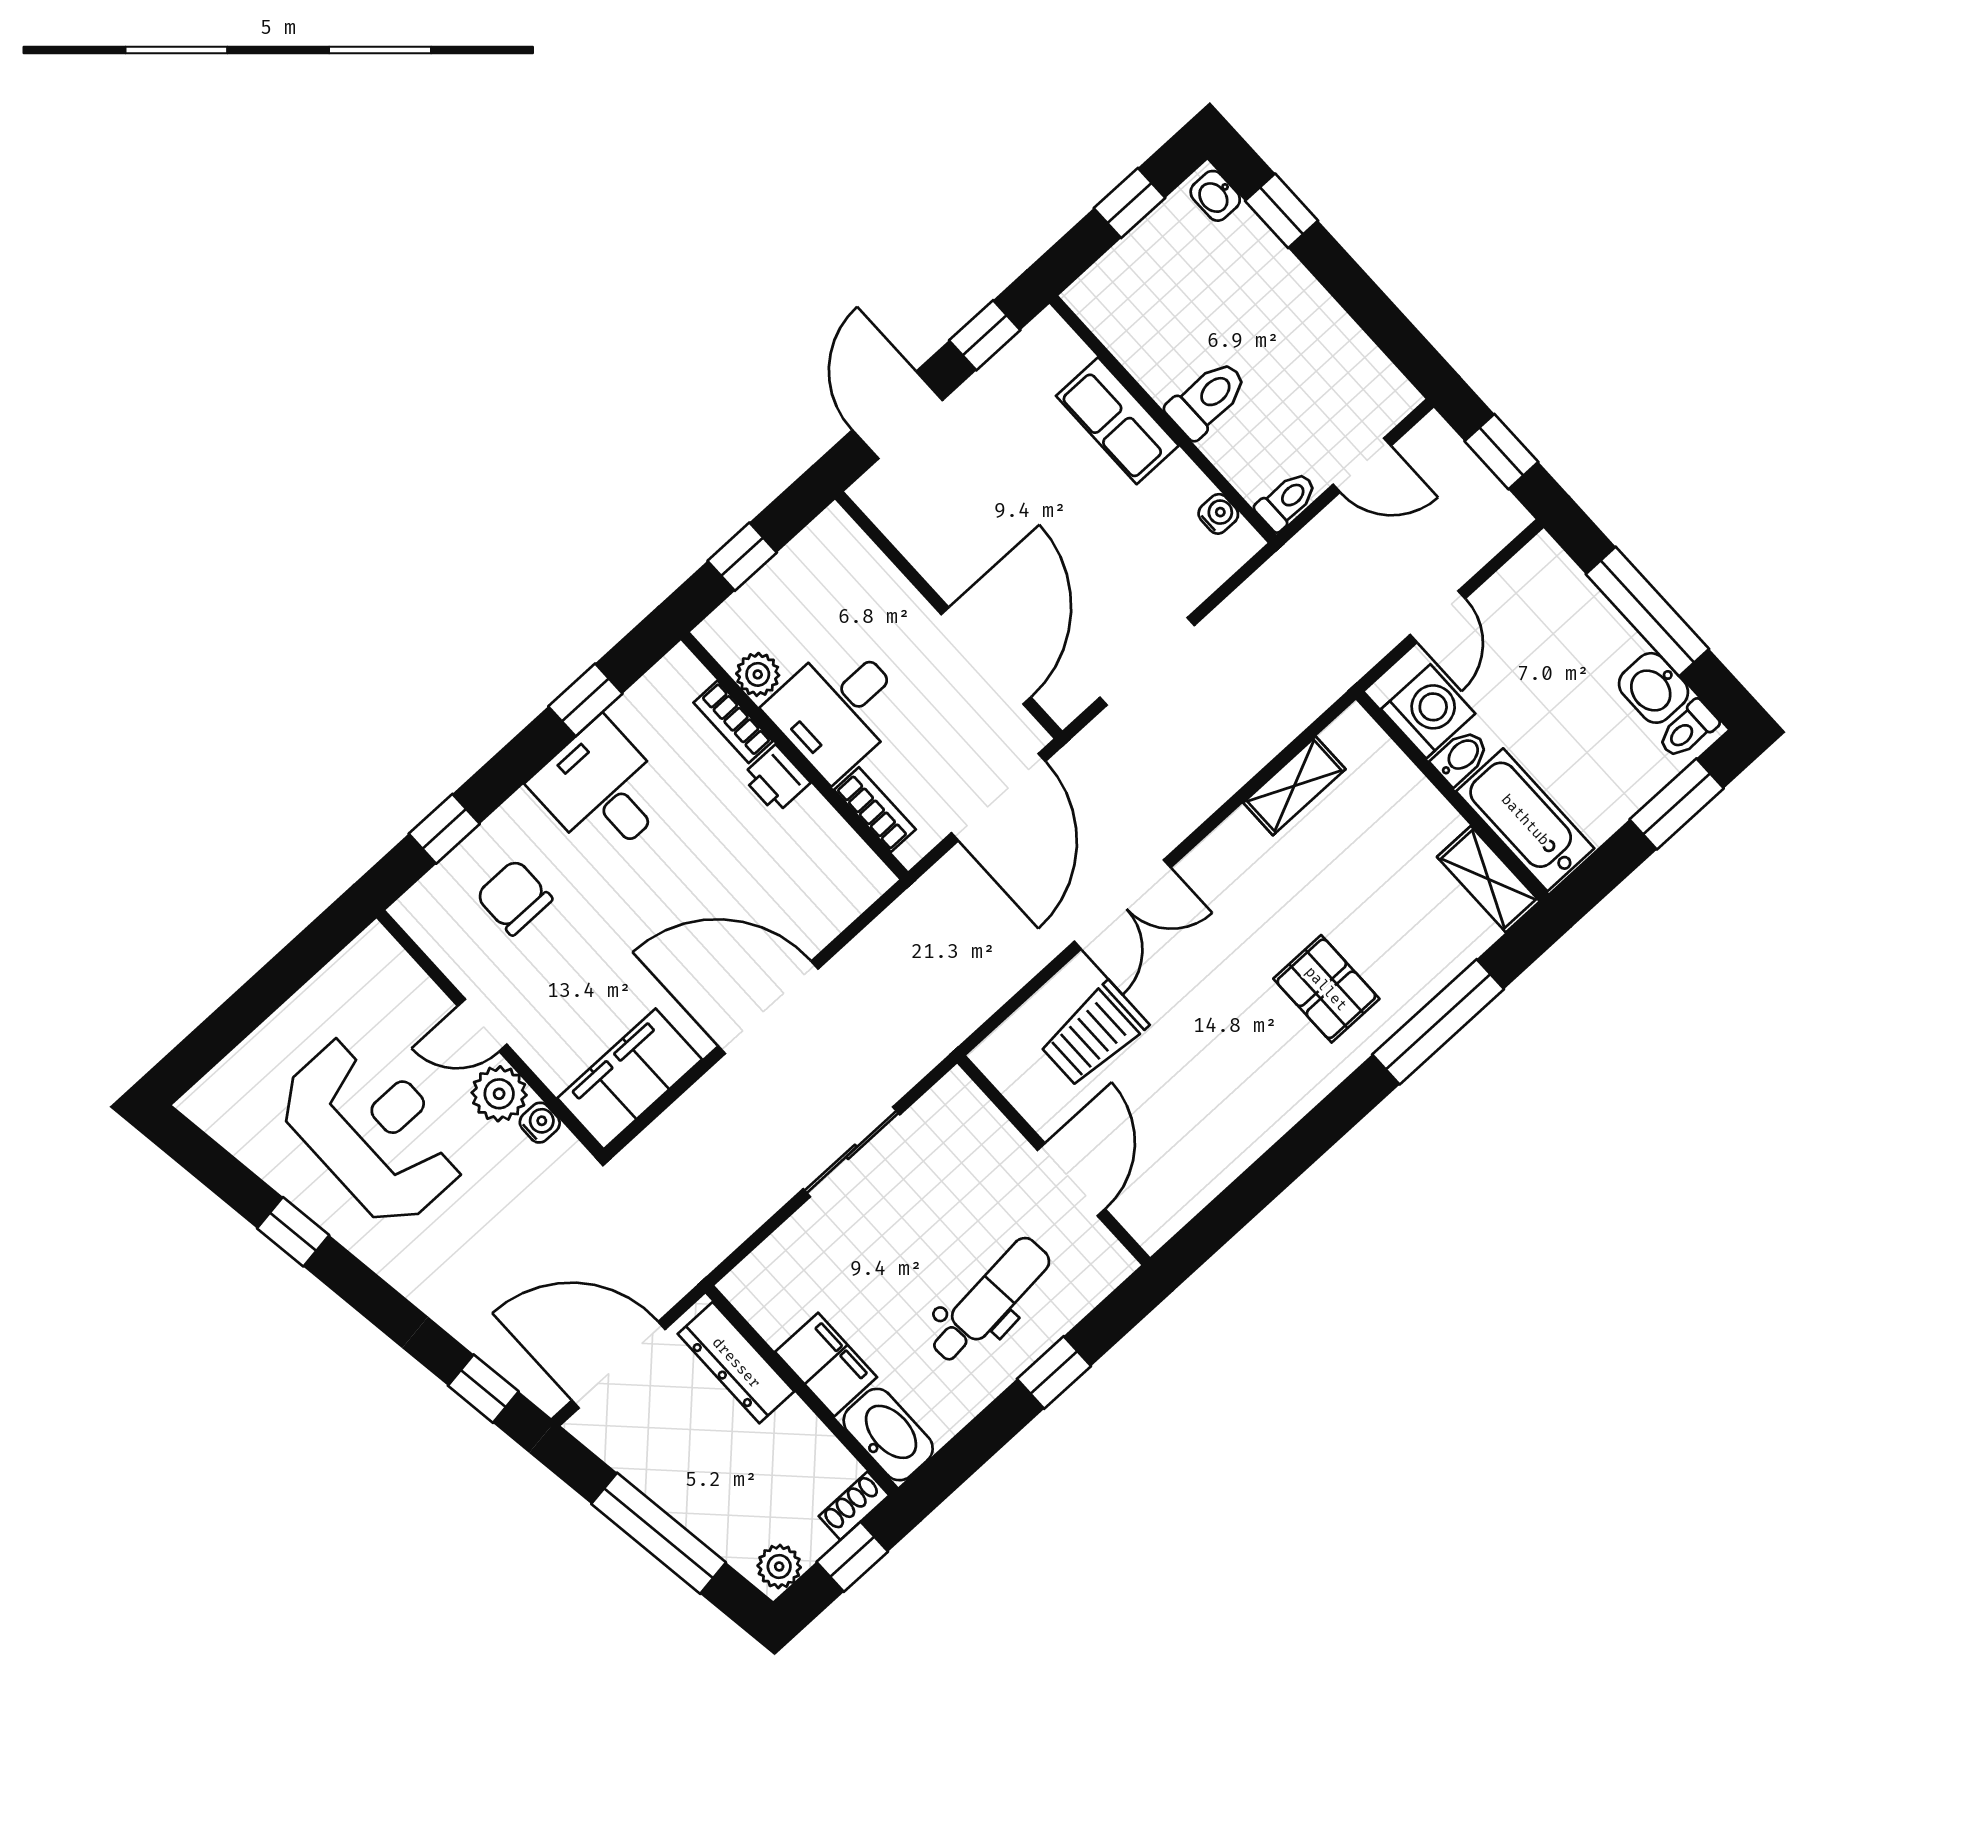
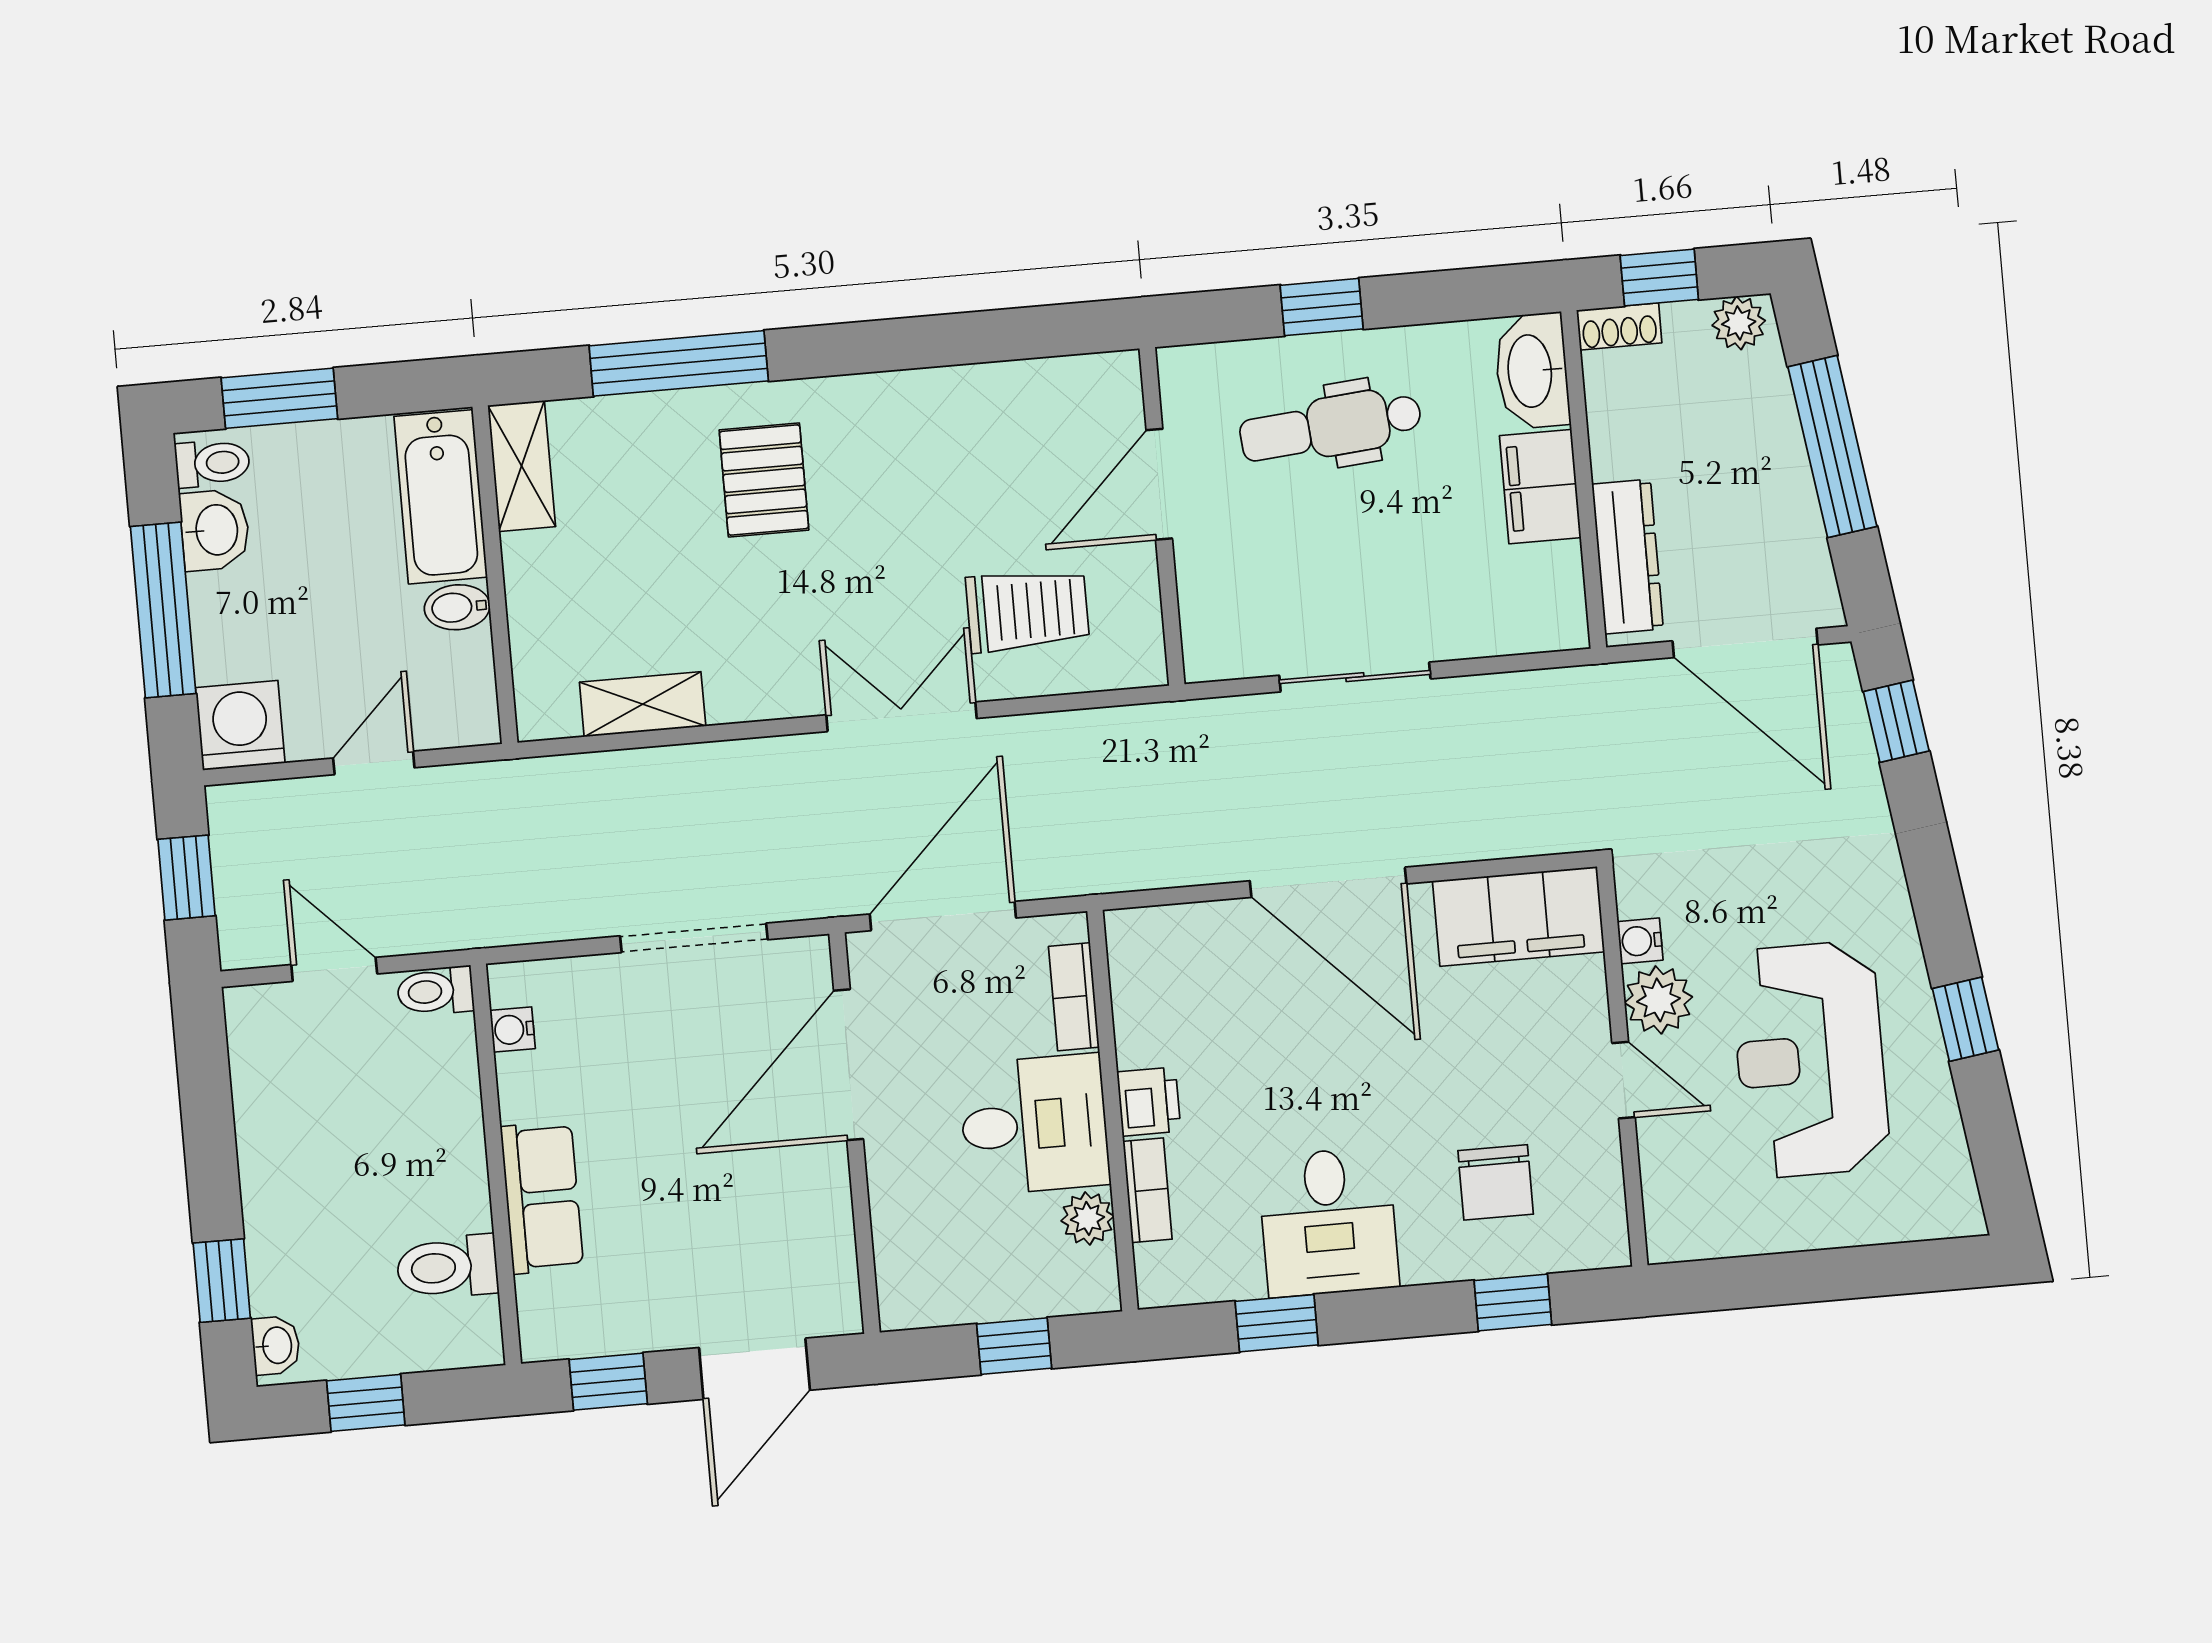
toilet: (1207, 399) -> (447, 1267), moved
washing machine: (1428, 711) -> (240, 725), moved, turned 90

